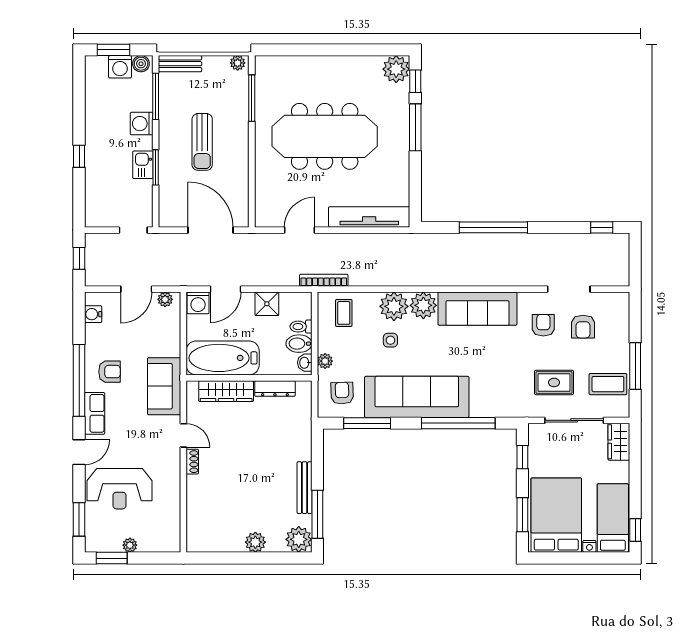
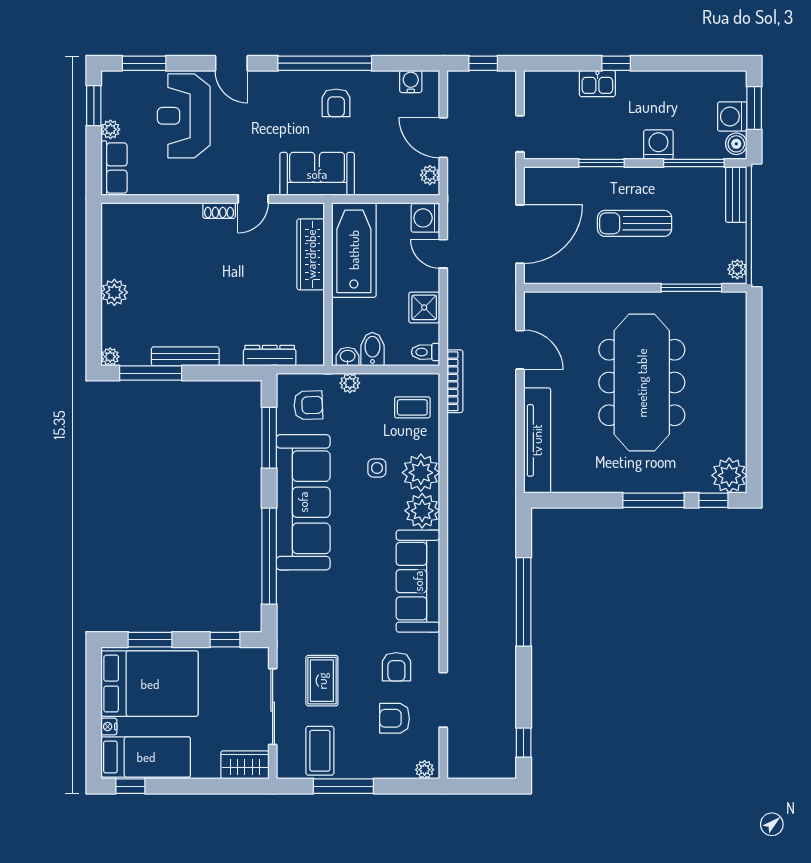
kitchen sink: (143, 165) -> (597, 84), moved, turned 180
door: (226, 289) -> (443, 254), width x0.73
plant: (622, 304) -> (425, 770), added
armchair: (543, 325) -> (396, 667), turned 90
toilet: (301, 327) -> (425, 352), moved, turned -90
dresser: (275, 389) -> (270, 356), moved, turned 90
row of seats: (95, 413) -> (114, 168), moved, turned -90
plant: (299, 539) -> (110, 357), width x0.53, depth x0.53

